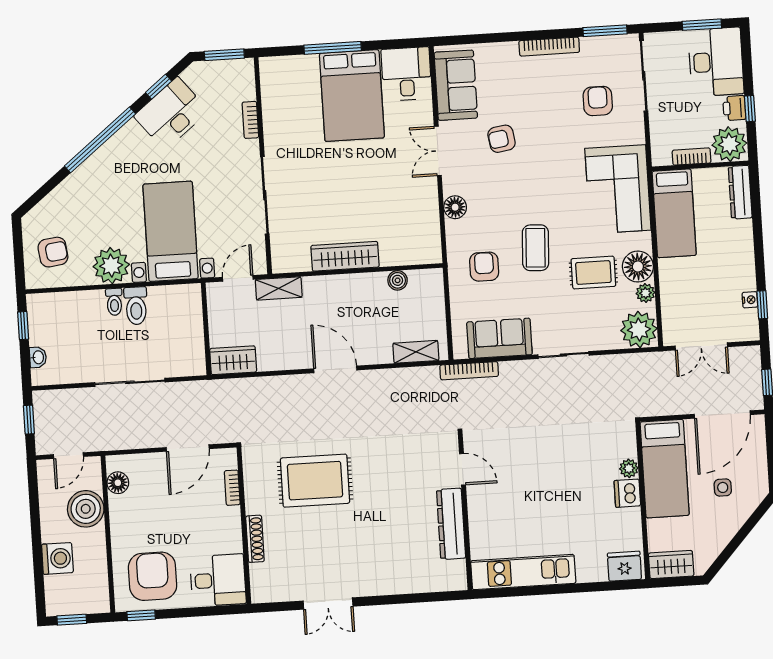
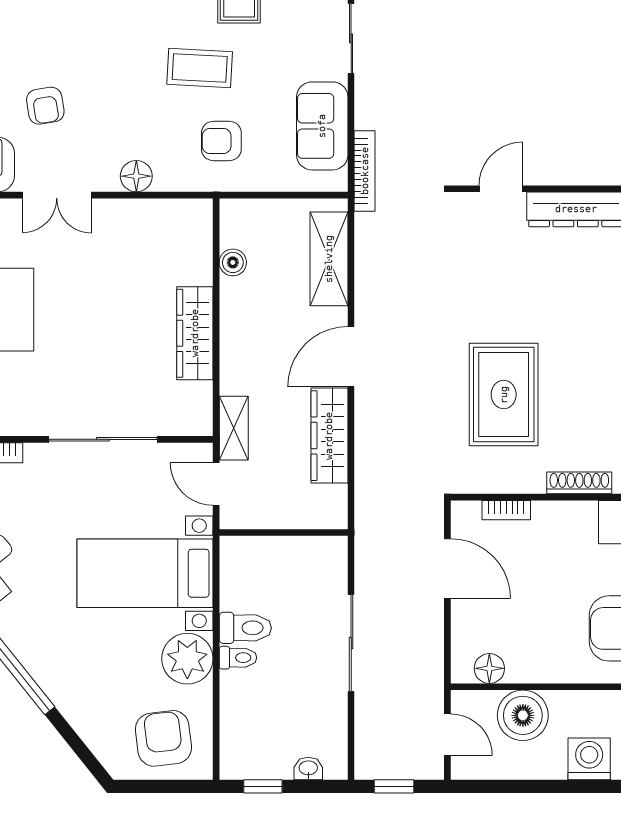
armchair: (53, 252) -> (163, 738), width x1.38, depth x1.38
shelving: (416, 352) -> (329, 259), width x1.50, depth x1.33
wardrobe: (233, 360) -> (329, 436), moved, width x1.50

